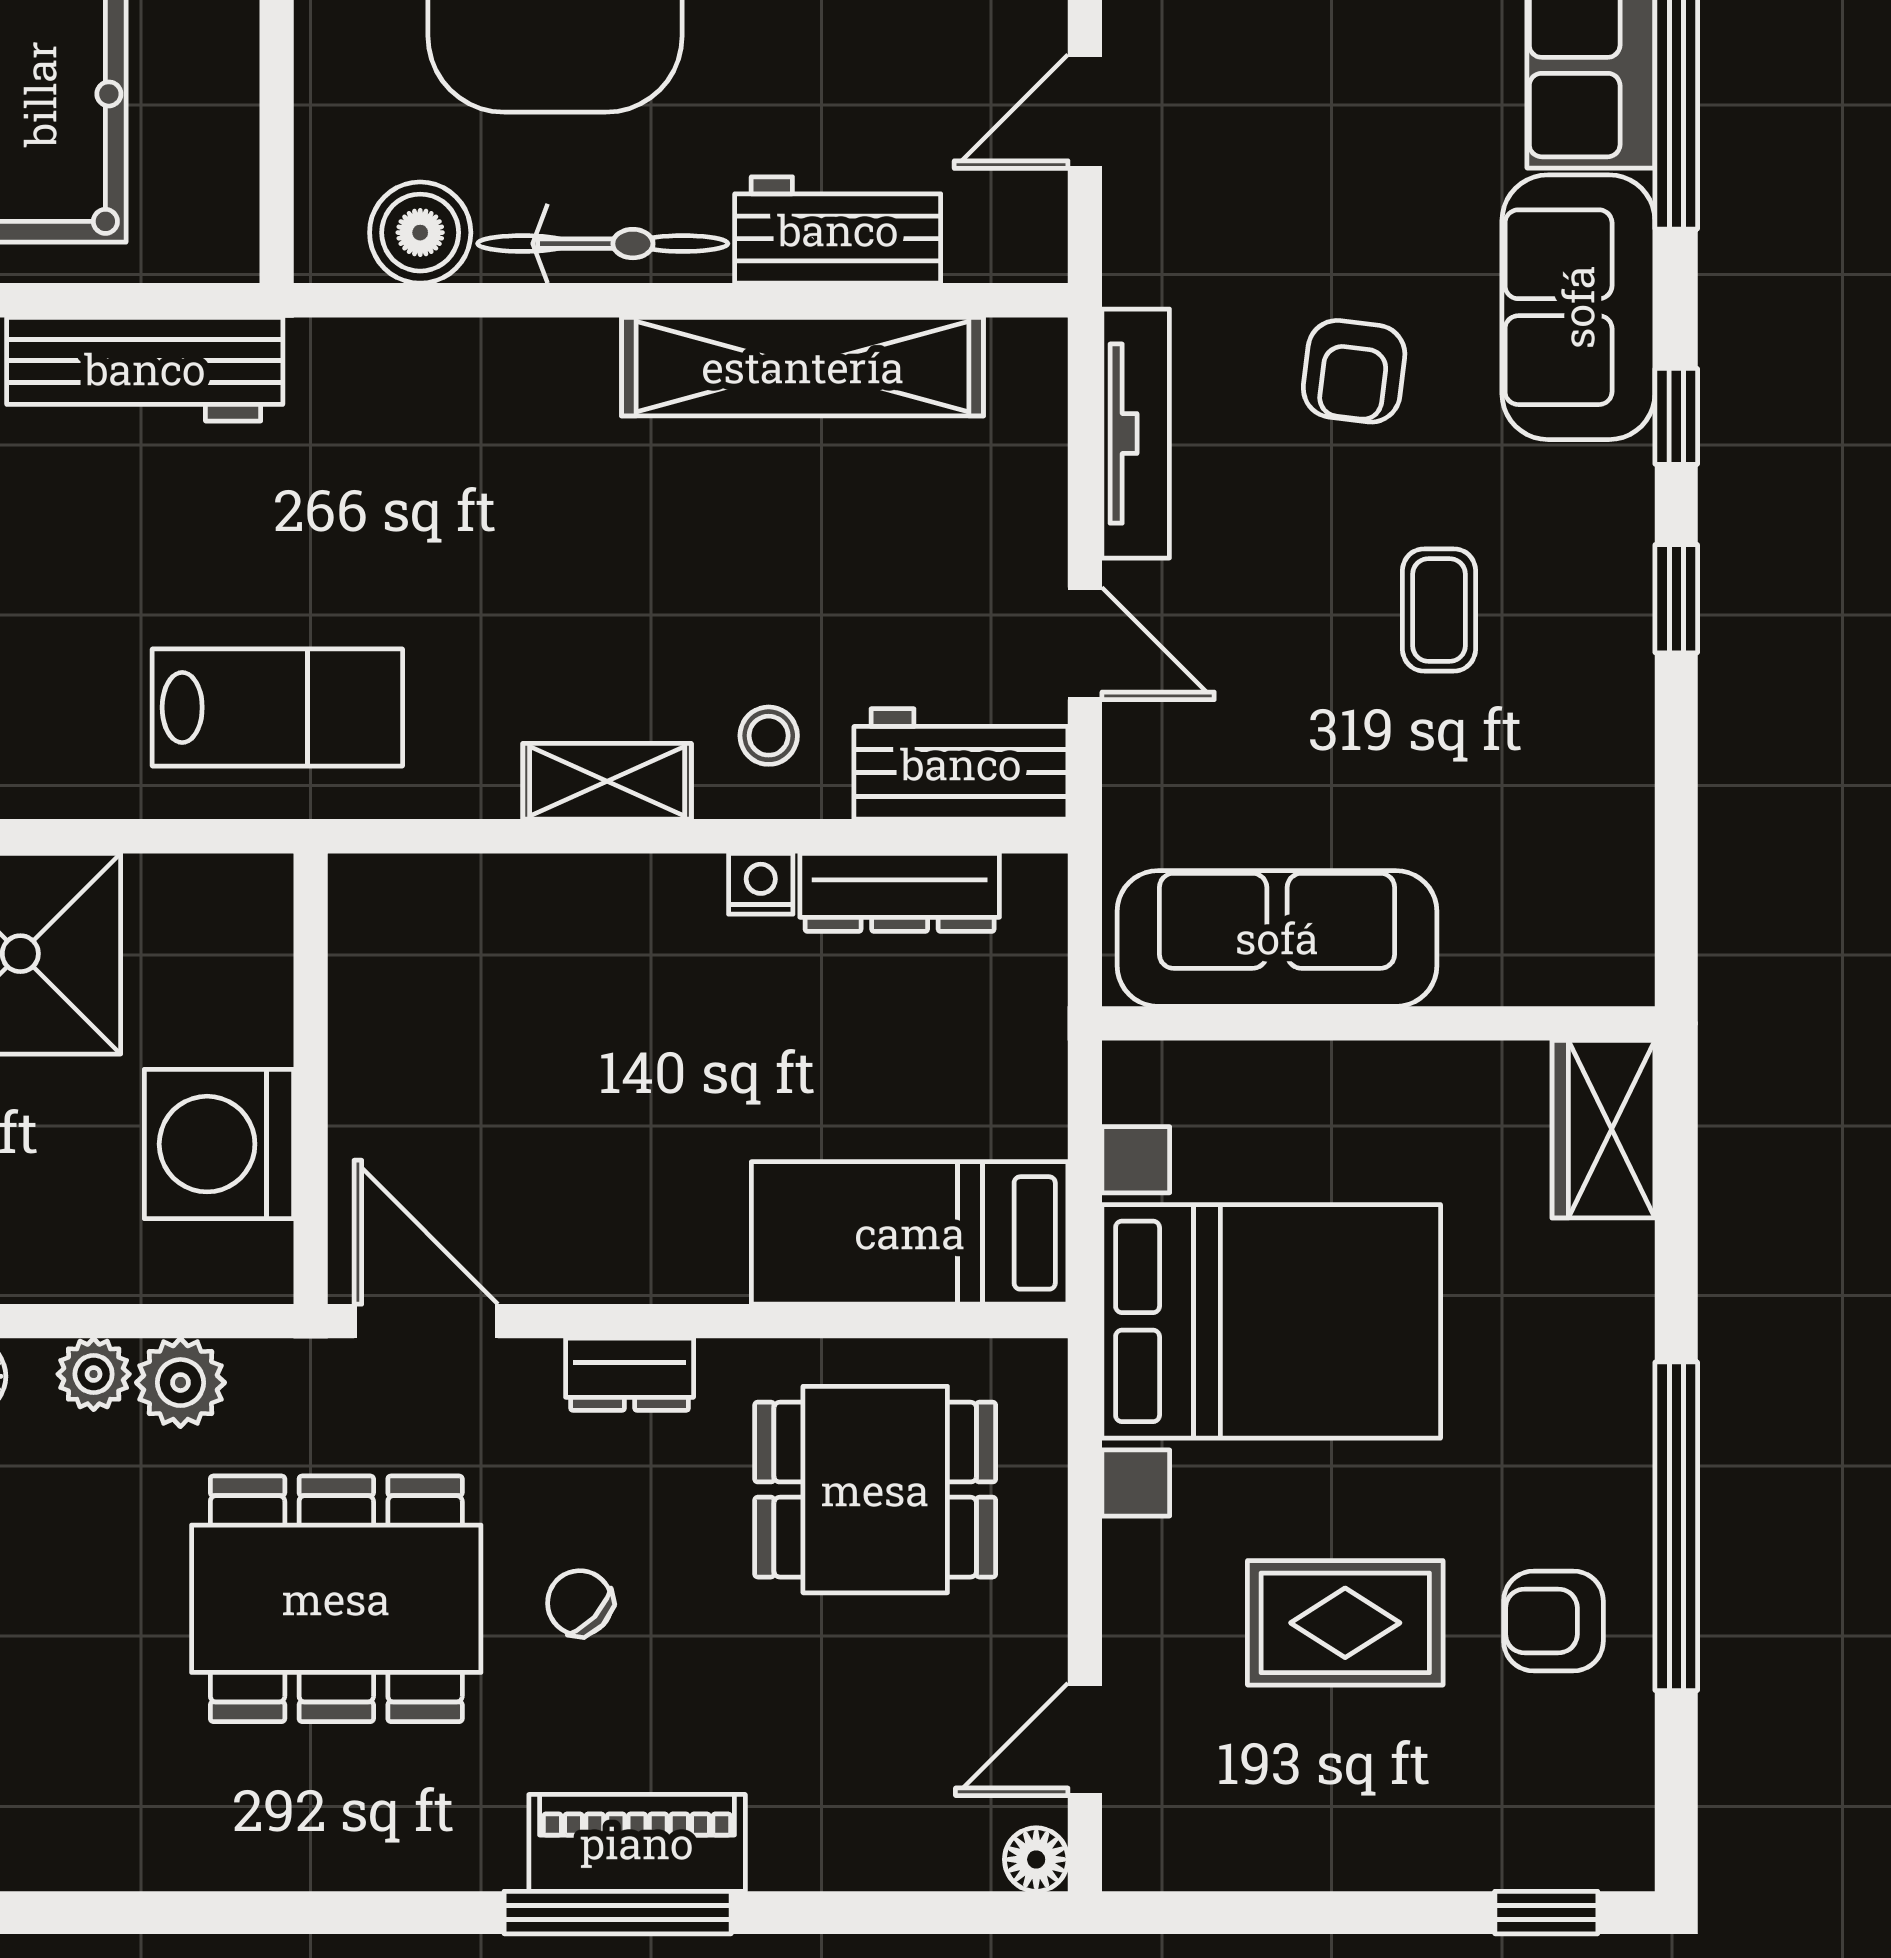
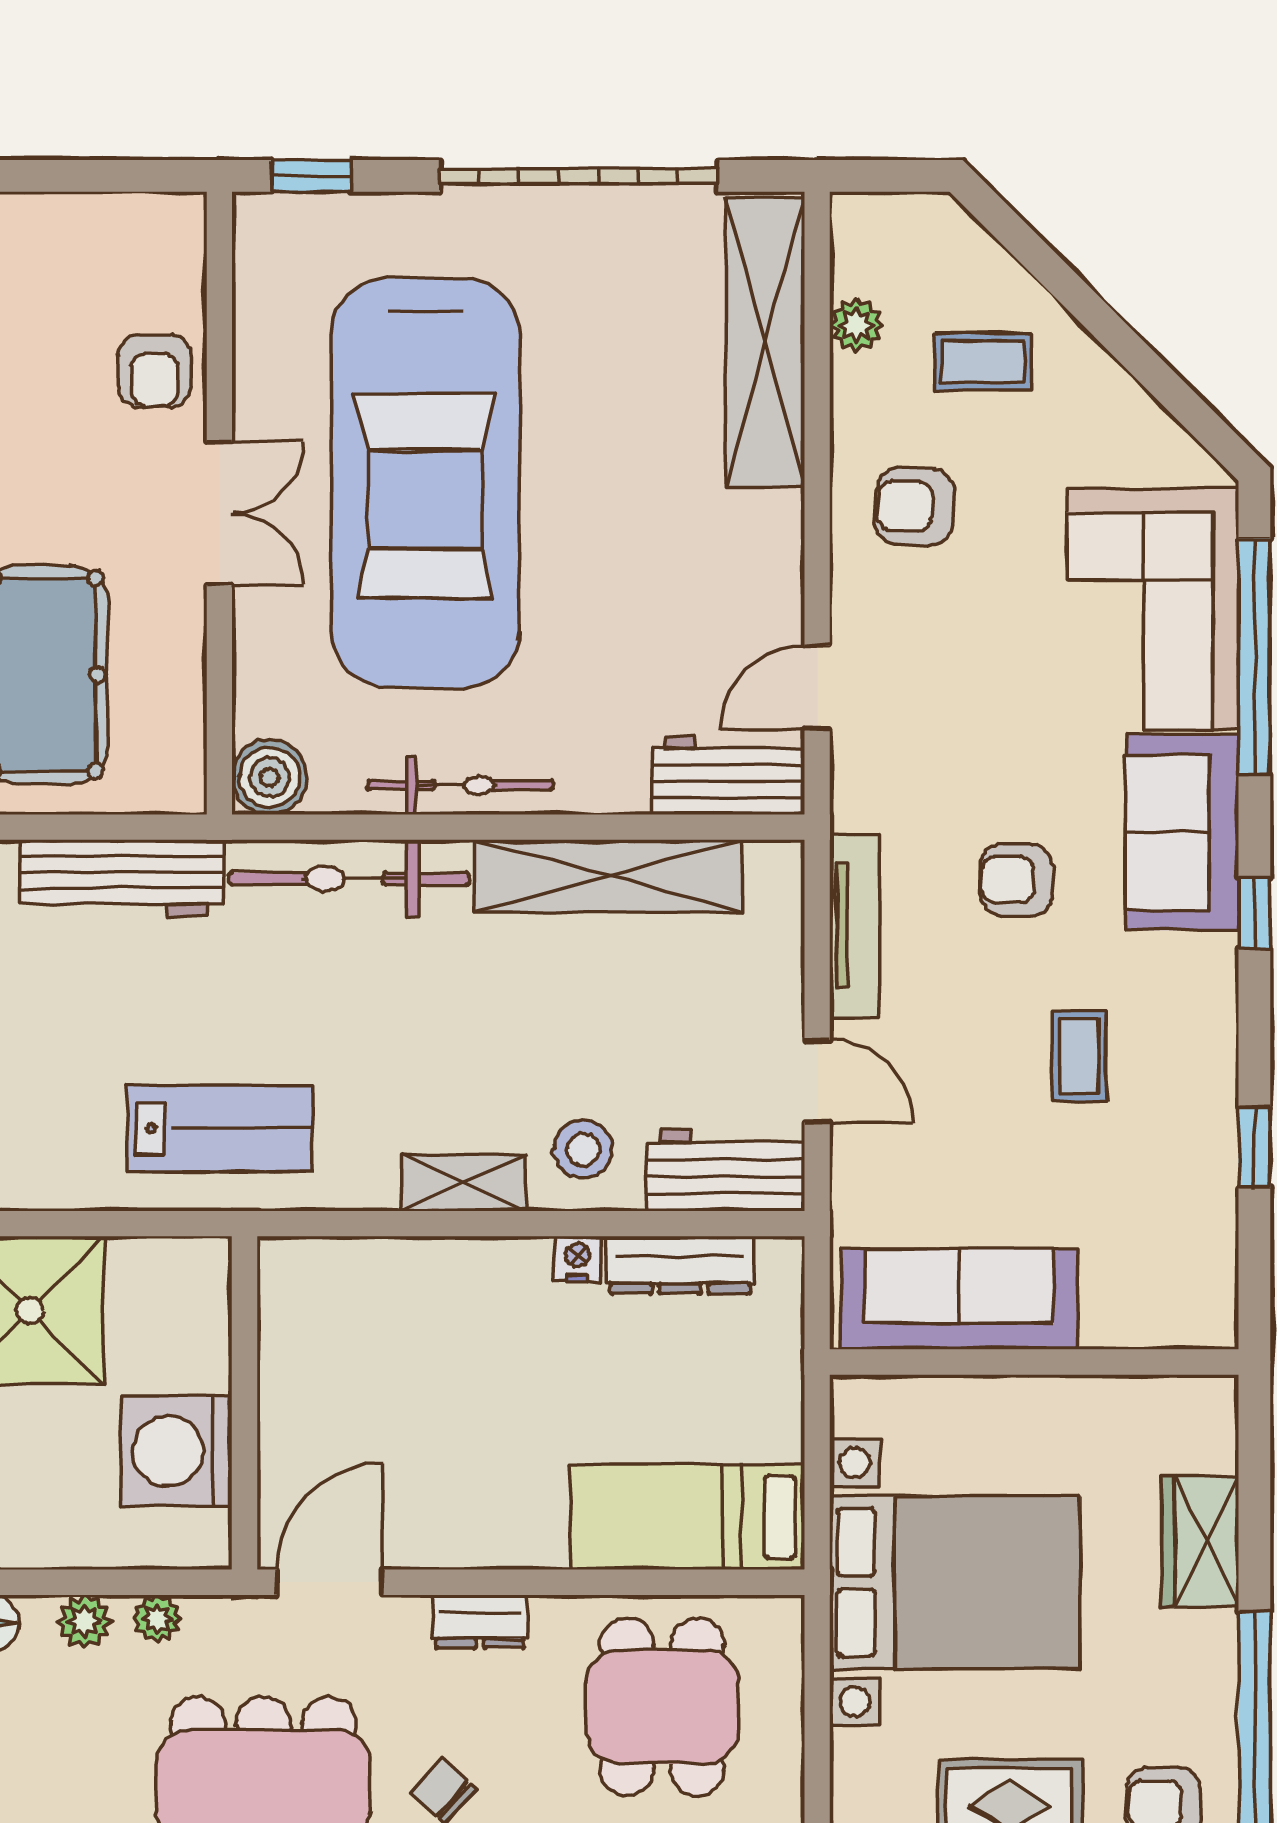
workbench: (838, 230) -> (728, 775), moved
boiler: (420, 233) -> (269, 777), moved
bicycle: (452, 370) -> (349, 879), added
armchair: (1354, 371) -> (1016, 880), turned 83
window: (1676, 599) -> (1254, 1147), moved
stool: (769, 736) -> (583, 1149), width x1.37, depth x1.37
wardrobe: (1604, 1129) -> (1201, 1541), moved
door: (426, 1321) -> (330, 1582), hinge flipped
plant: (180, 1383) -> (157, 1619), width x0.73, depth x0.73
dining table: (875, 1490) -> (662, 1707), turned 90

